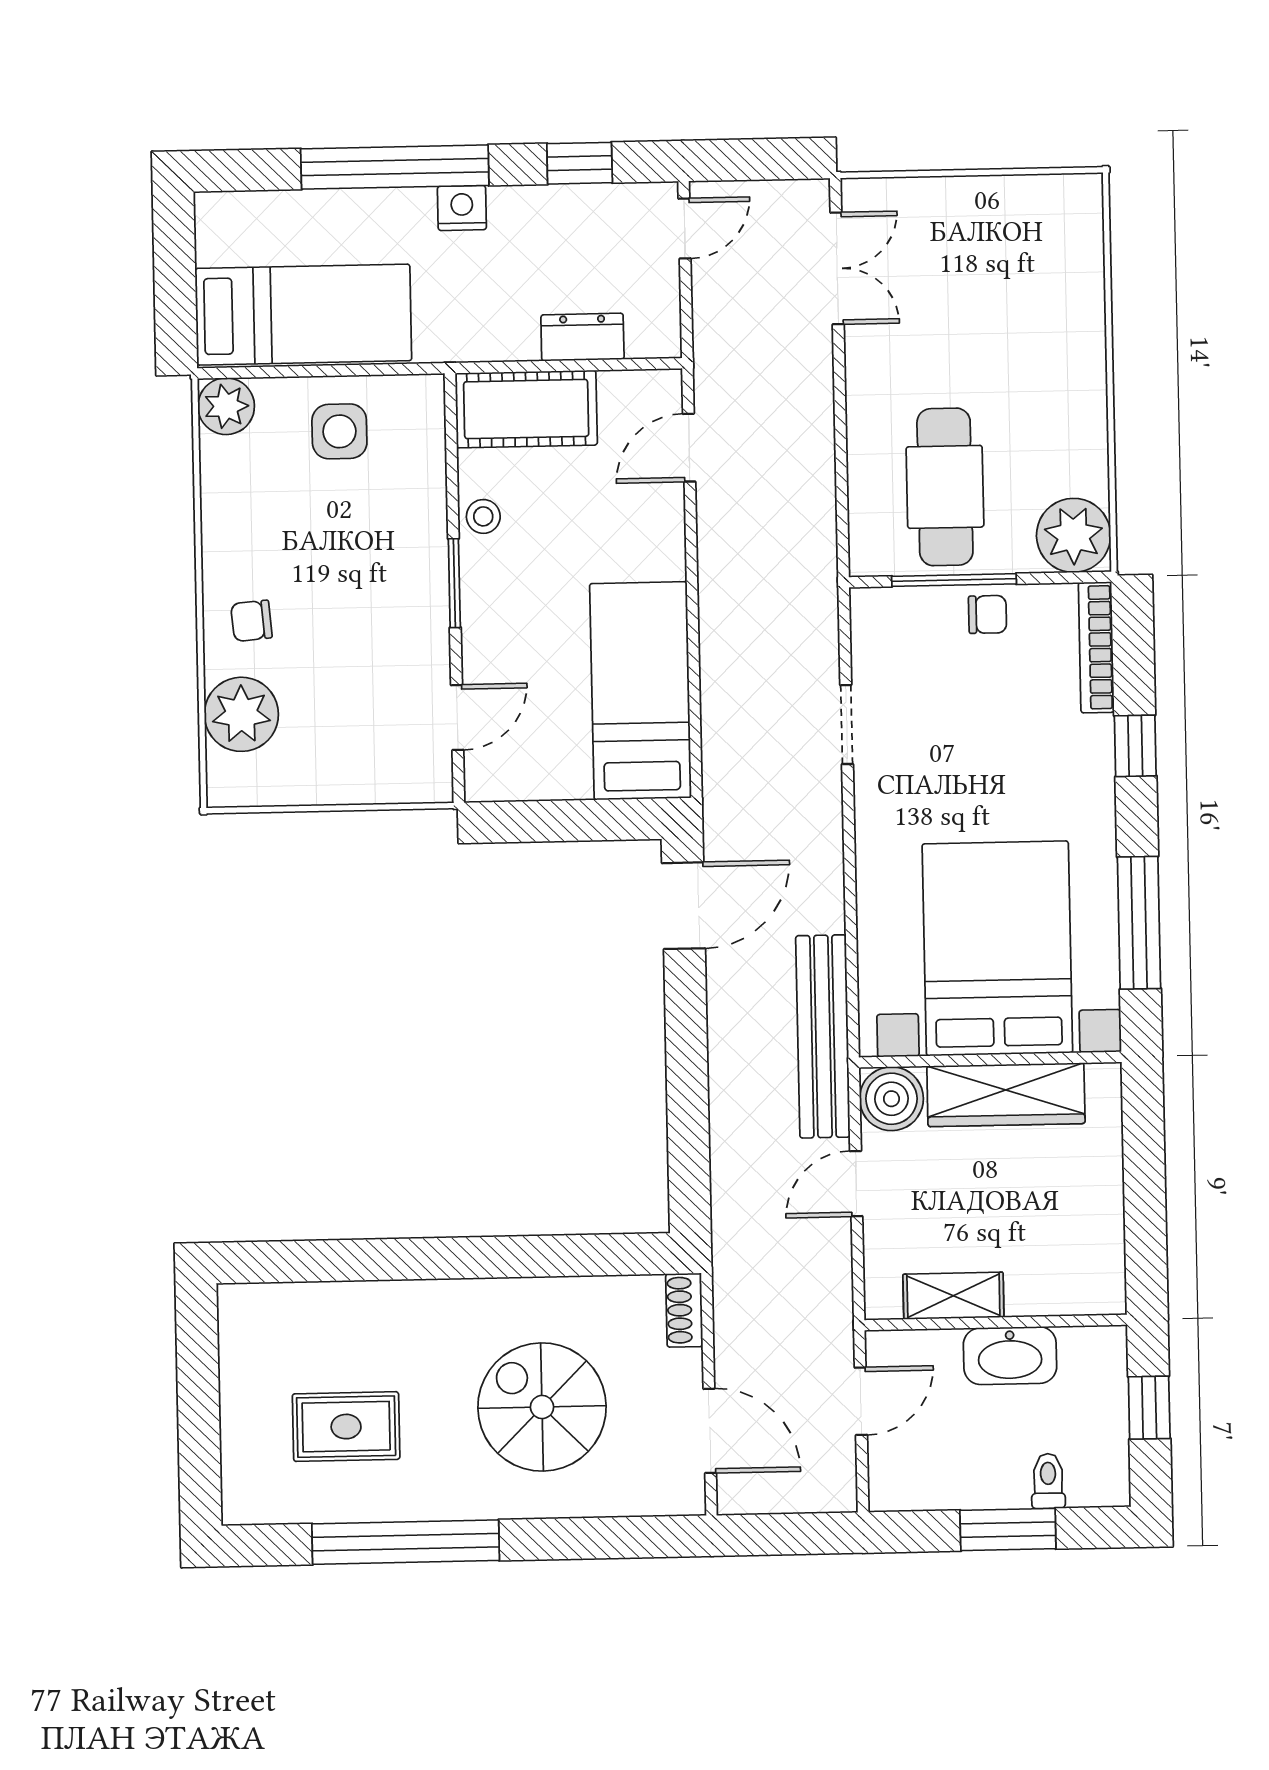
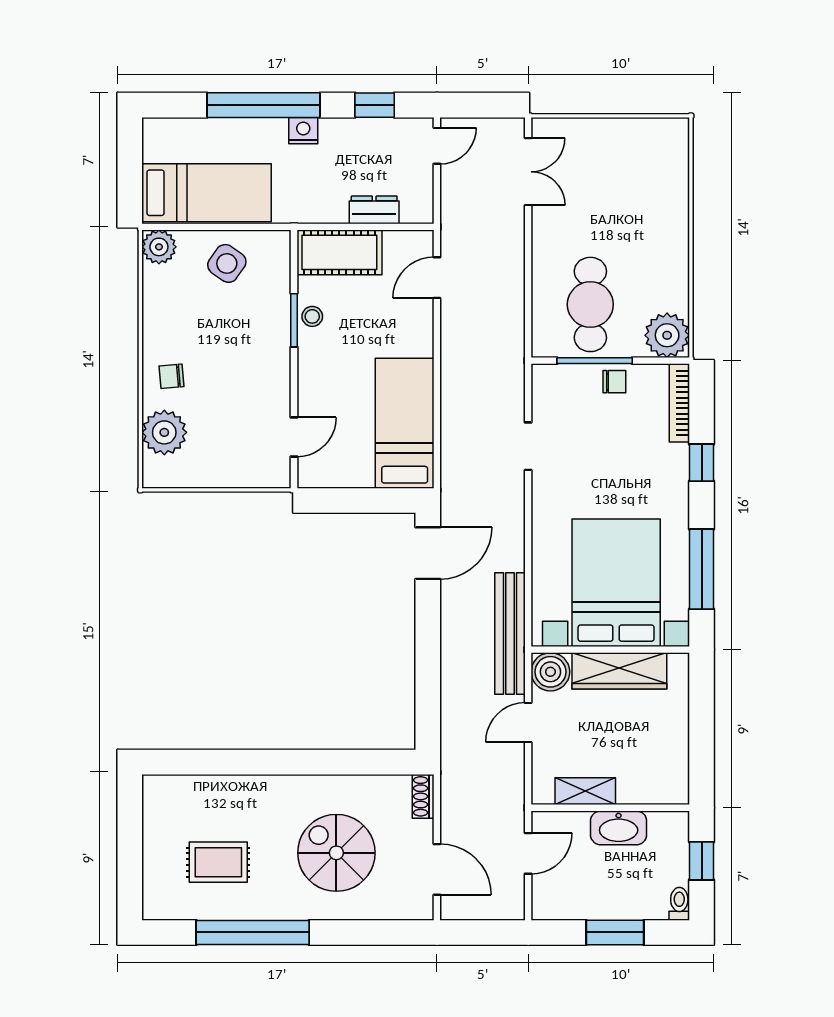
side table: (339, 431) -> (227, 263), turned 35
window: (454, 583) -> (294, 320), moved
toilet: (1048, 1481) -> (679, 904), moved

